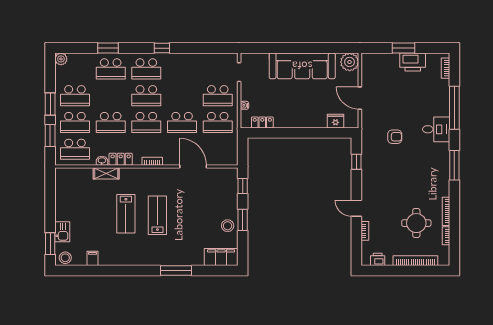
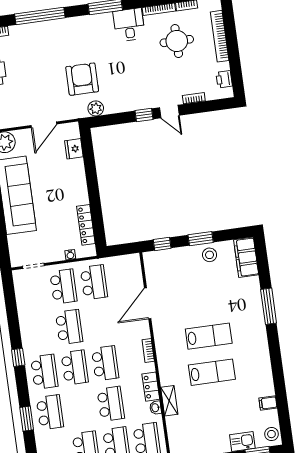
school desk: (182, 122) -> (69, 327), moved
locker: (262, 122) -> (86, 225), width x1.53
desk: (436, 129) -> (129, 25), moved
armchair: (395, 137) -> (82, 79), width x1.88, depth x1.88
plant: (368, 145) -> (96, 108), added
window: (356, 162) -> (144, 115), moved
door: (356, 208) -> (169, 111), hinge flipped
lab bench: (157, 215) -> (209, 336), turned 180

